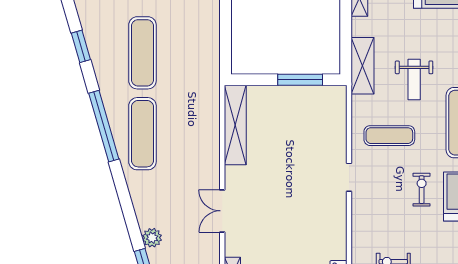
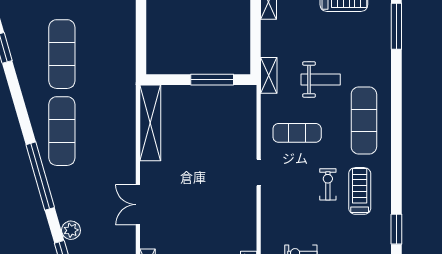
shelving: (363, 66) -> (269, 75), width x0.67, depth x0.75
weight bench: (414, 80) -> (321, 79), turned -90
window: (104, 126) -> (40, 176), moved

